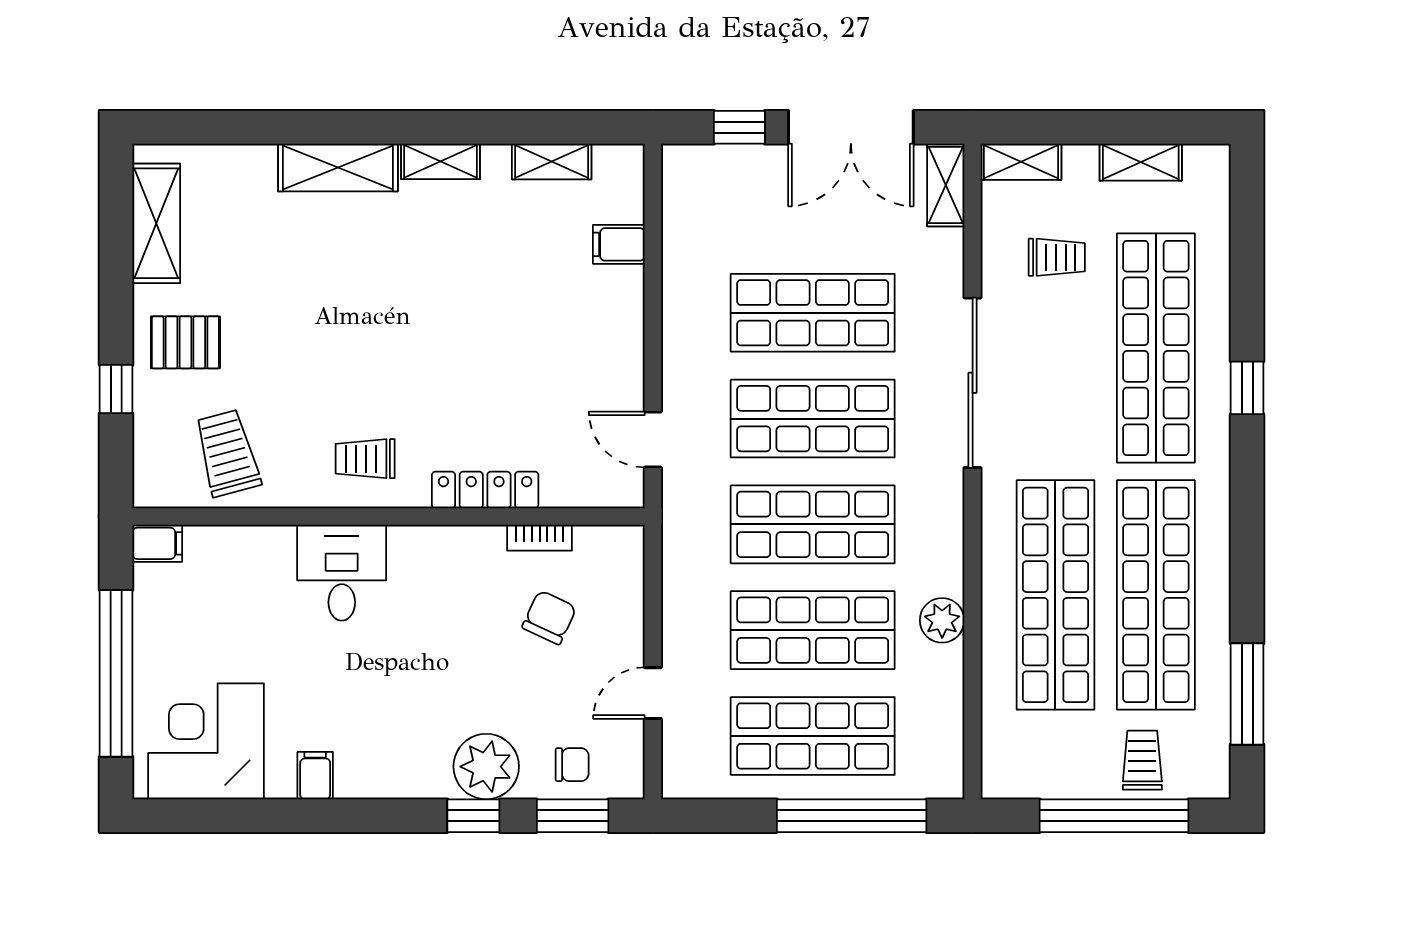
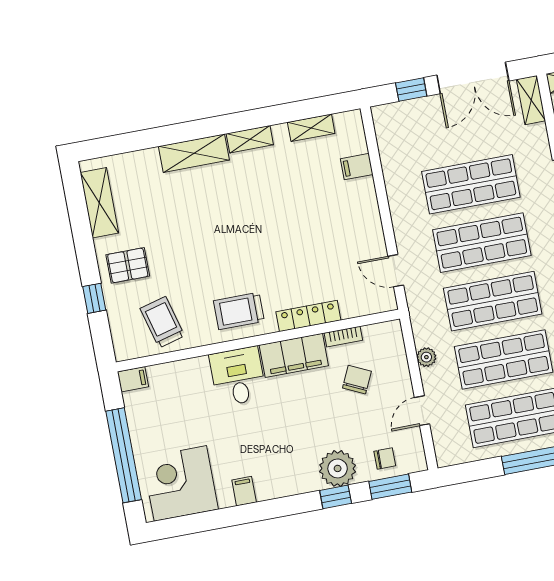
trolley: (365, 459) -> (239, 311), width x1.36, depth x1.39
filing cabinet: (447, 554) -> (294, 355), added
plant: (678, 601) -> (426, 357), added

